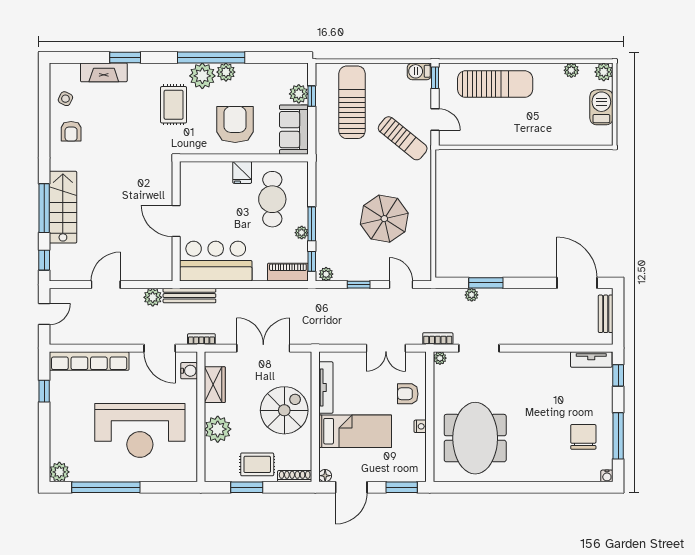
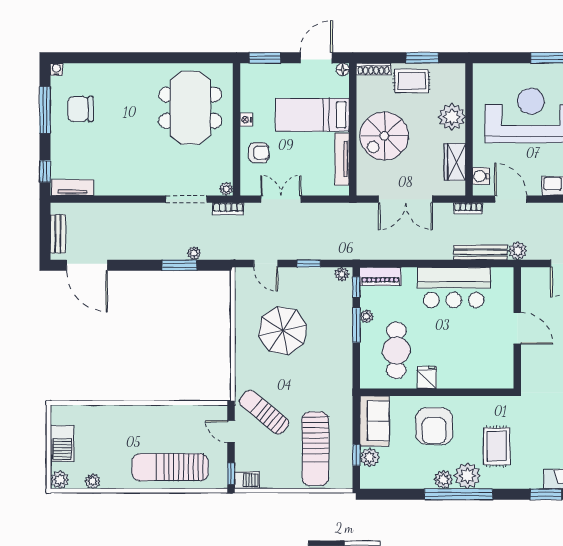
door: (176, 221) -> (517, 328), moved
wall: (176, 221) -> (517, 328), moved
chair: (583, 437) -> (80, 109), turned 90

